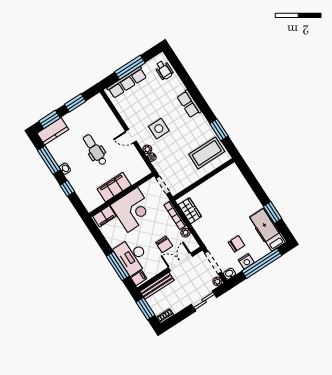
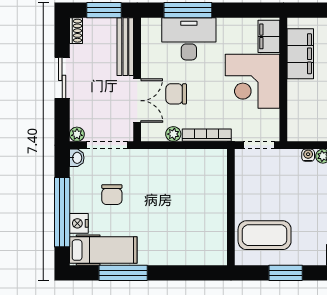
coffee table: (207, 153) -> (265, 235), turned 90
filing cabinet: (114, 187) -> (300, 54), moved
wardrobe: (190, 211) -> (200, 160), removed
window: (273, 212) -> (123, 273), width x1.44
nightstand: (246, 261) -> (79, 223), moved
filing cabinet: (139, 278) -> (152, 28), removed
sliding door: (204, 301) -> (62, 78), moved

